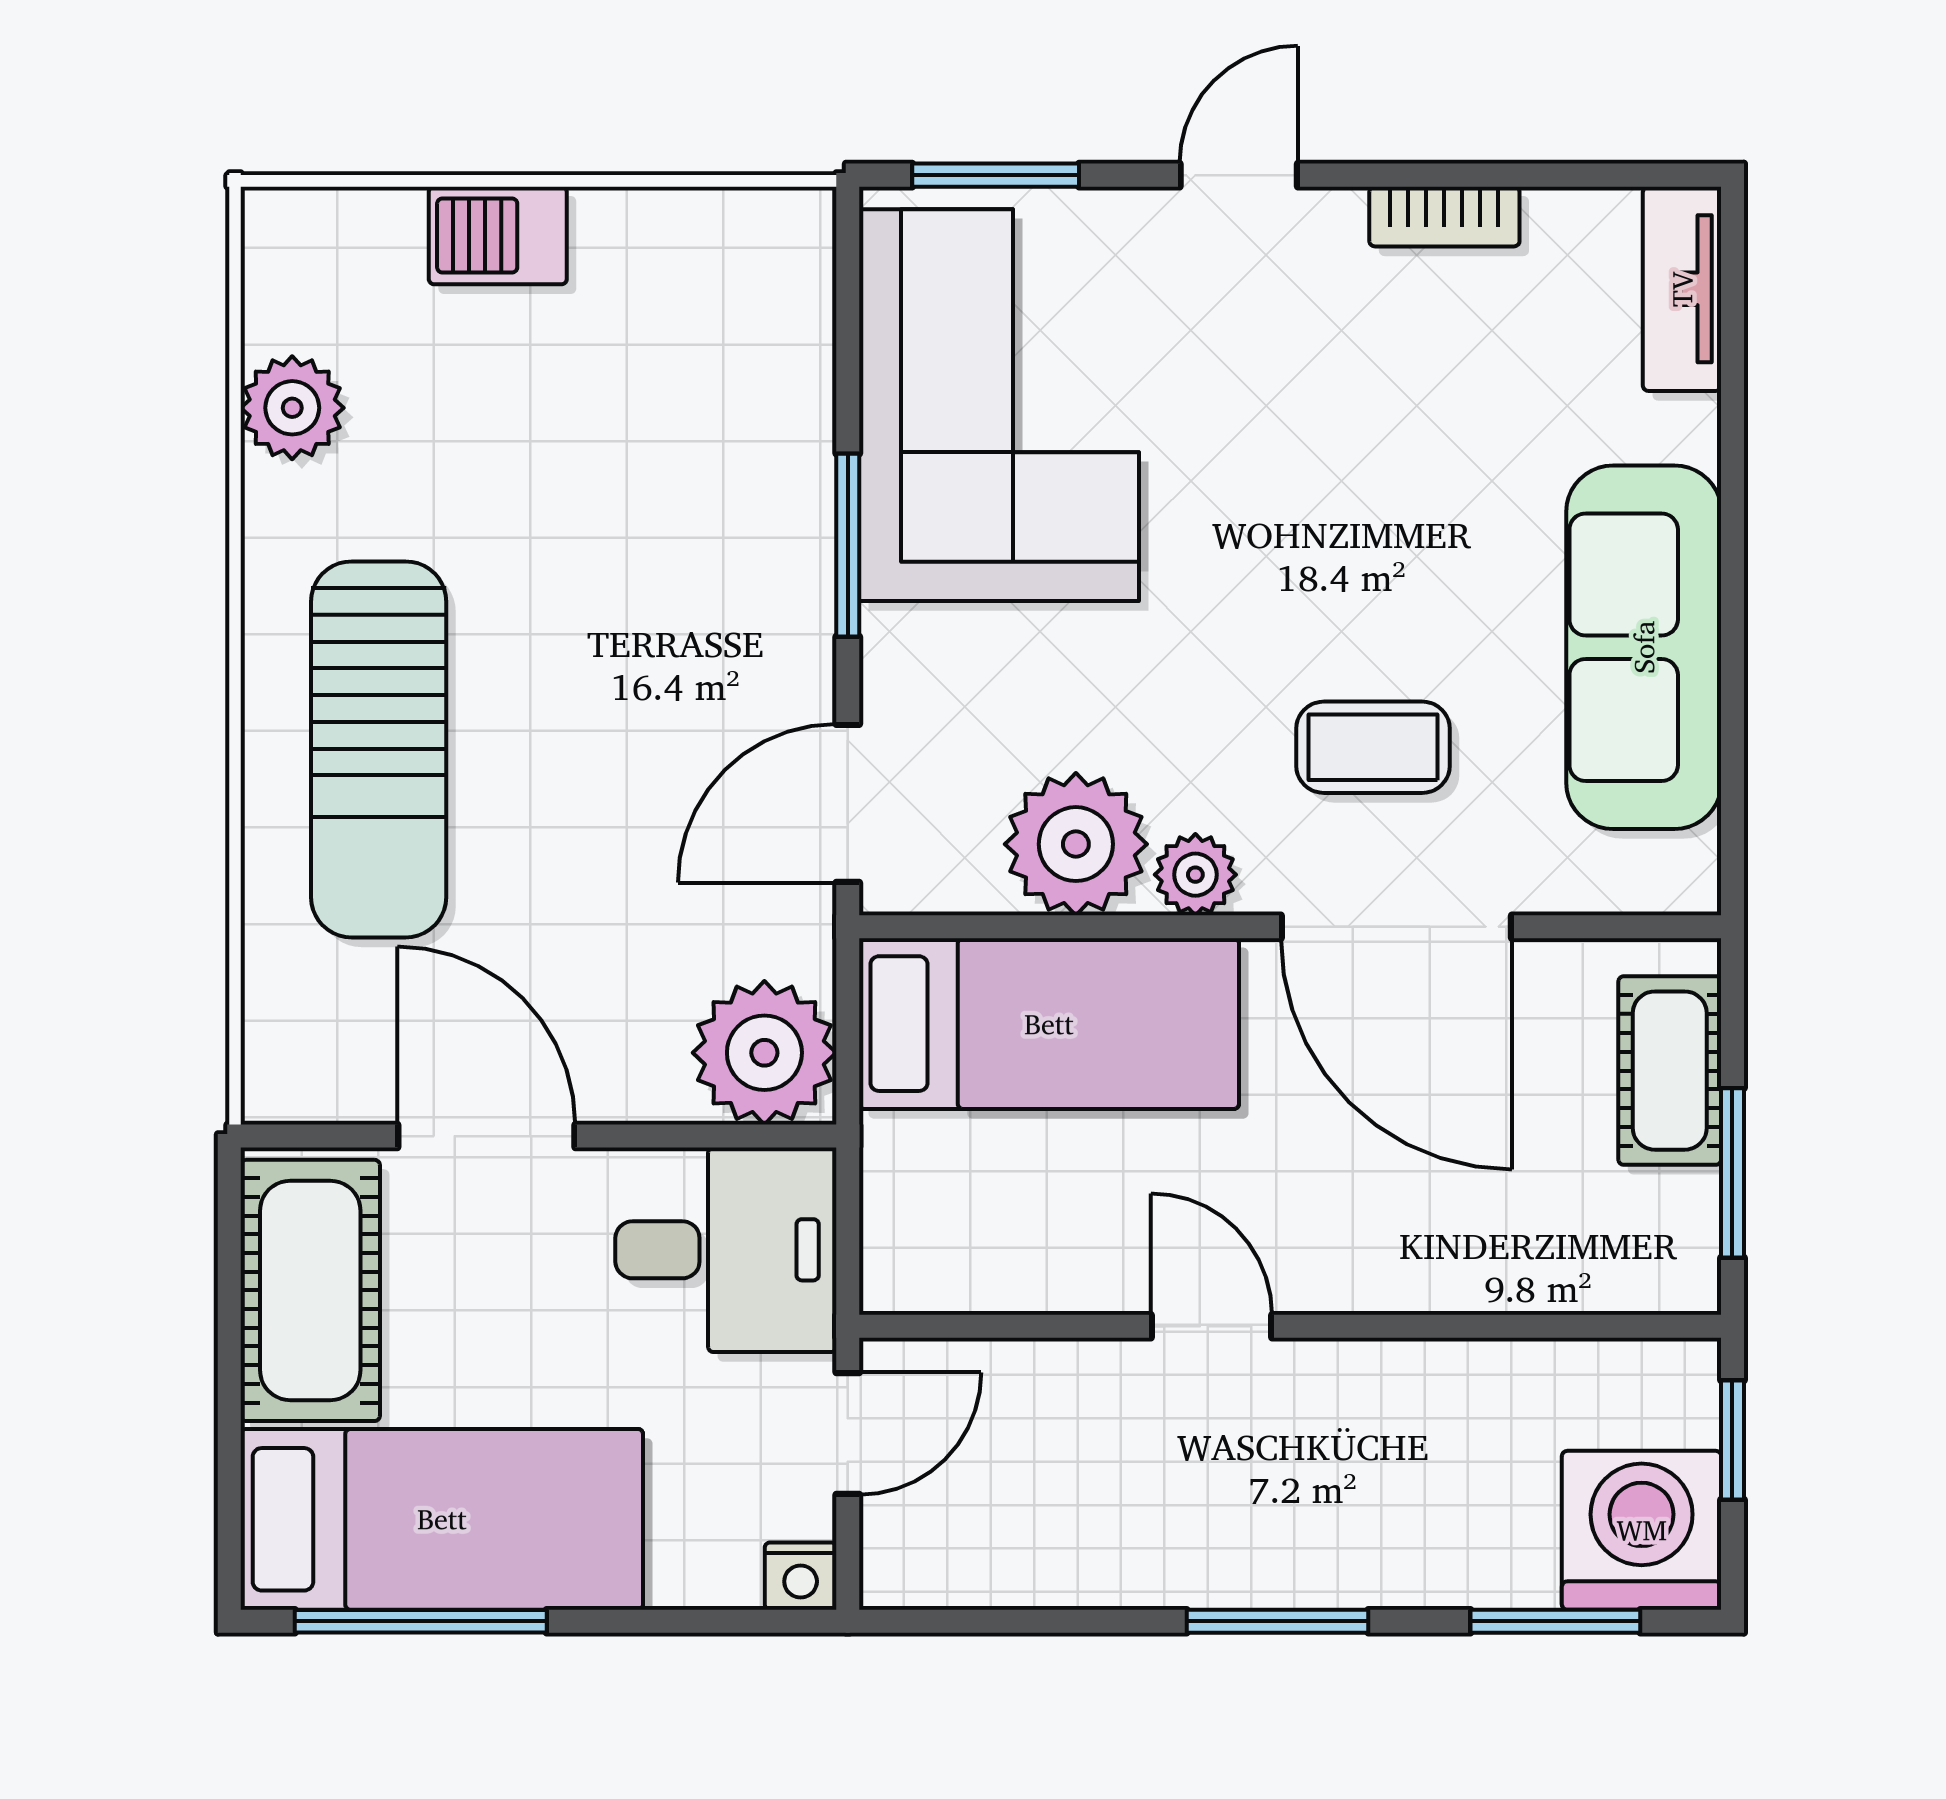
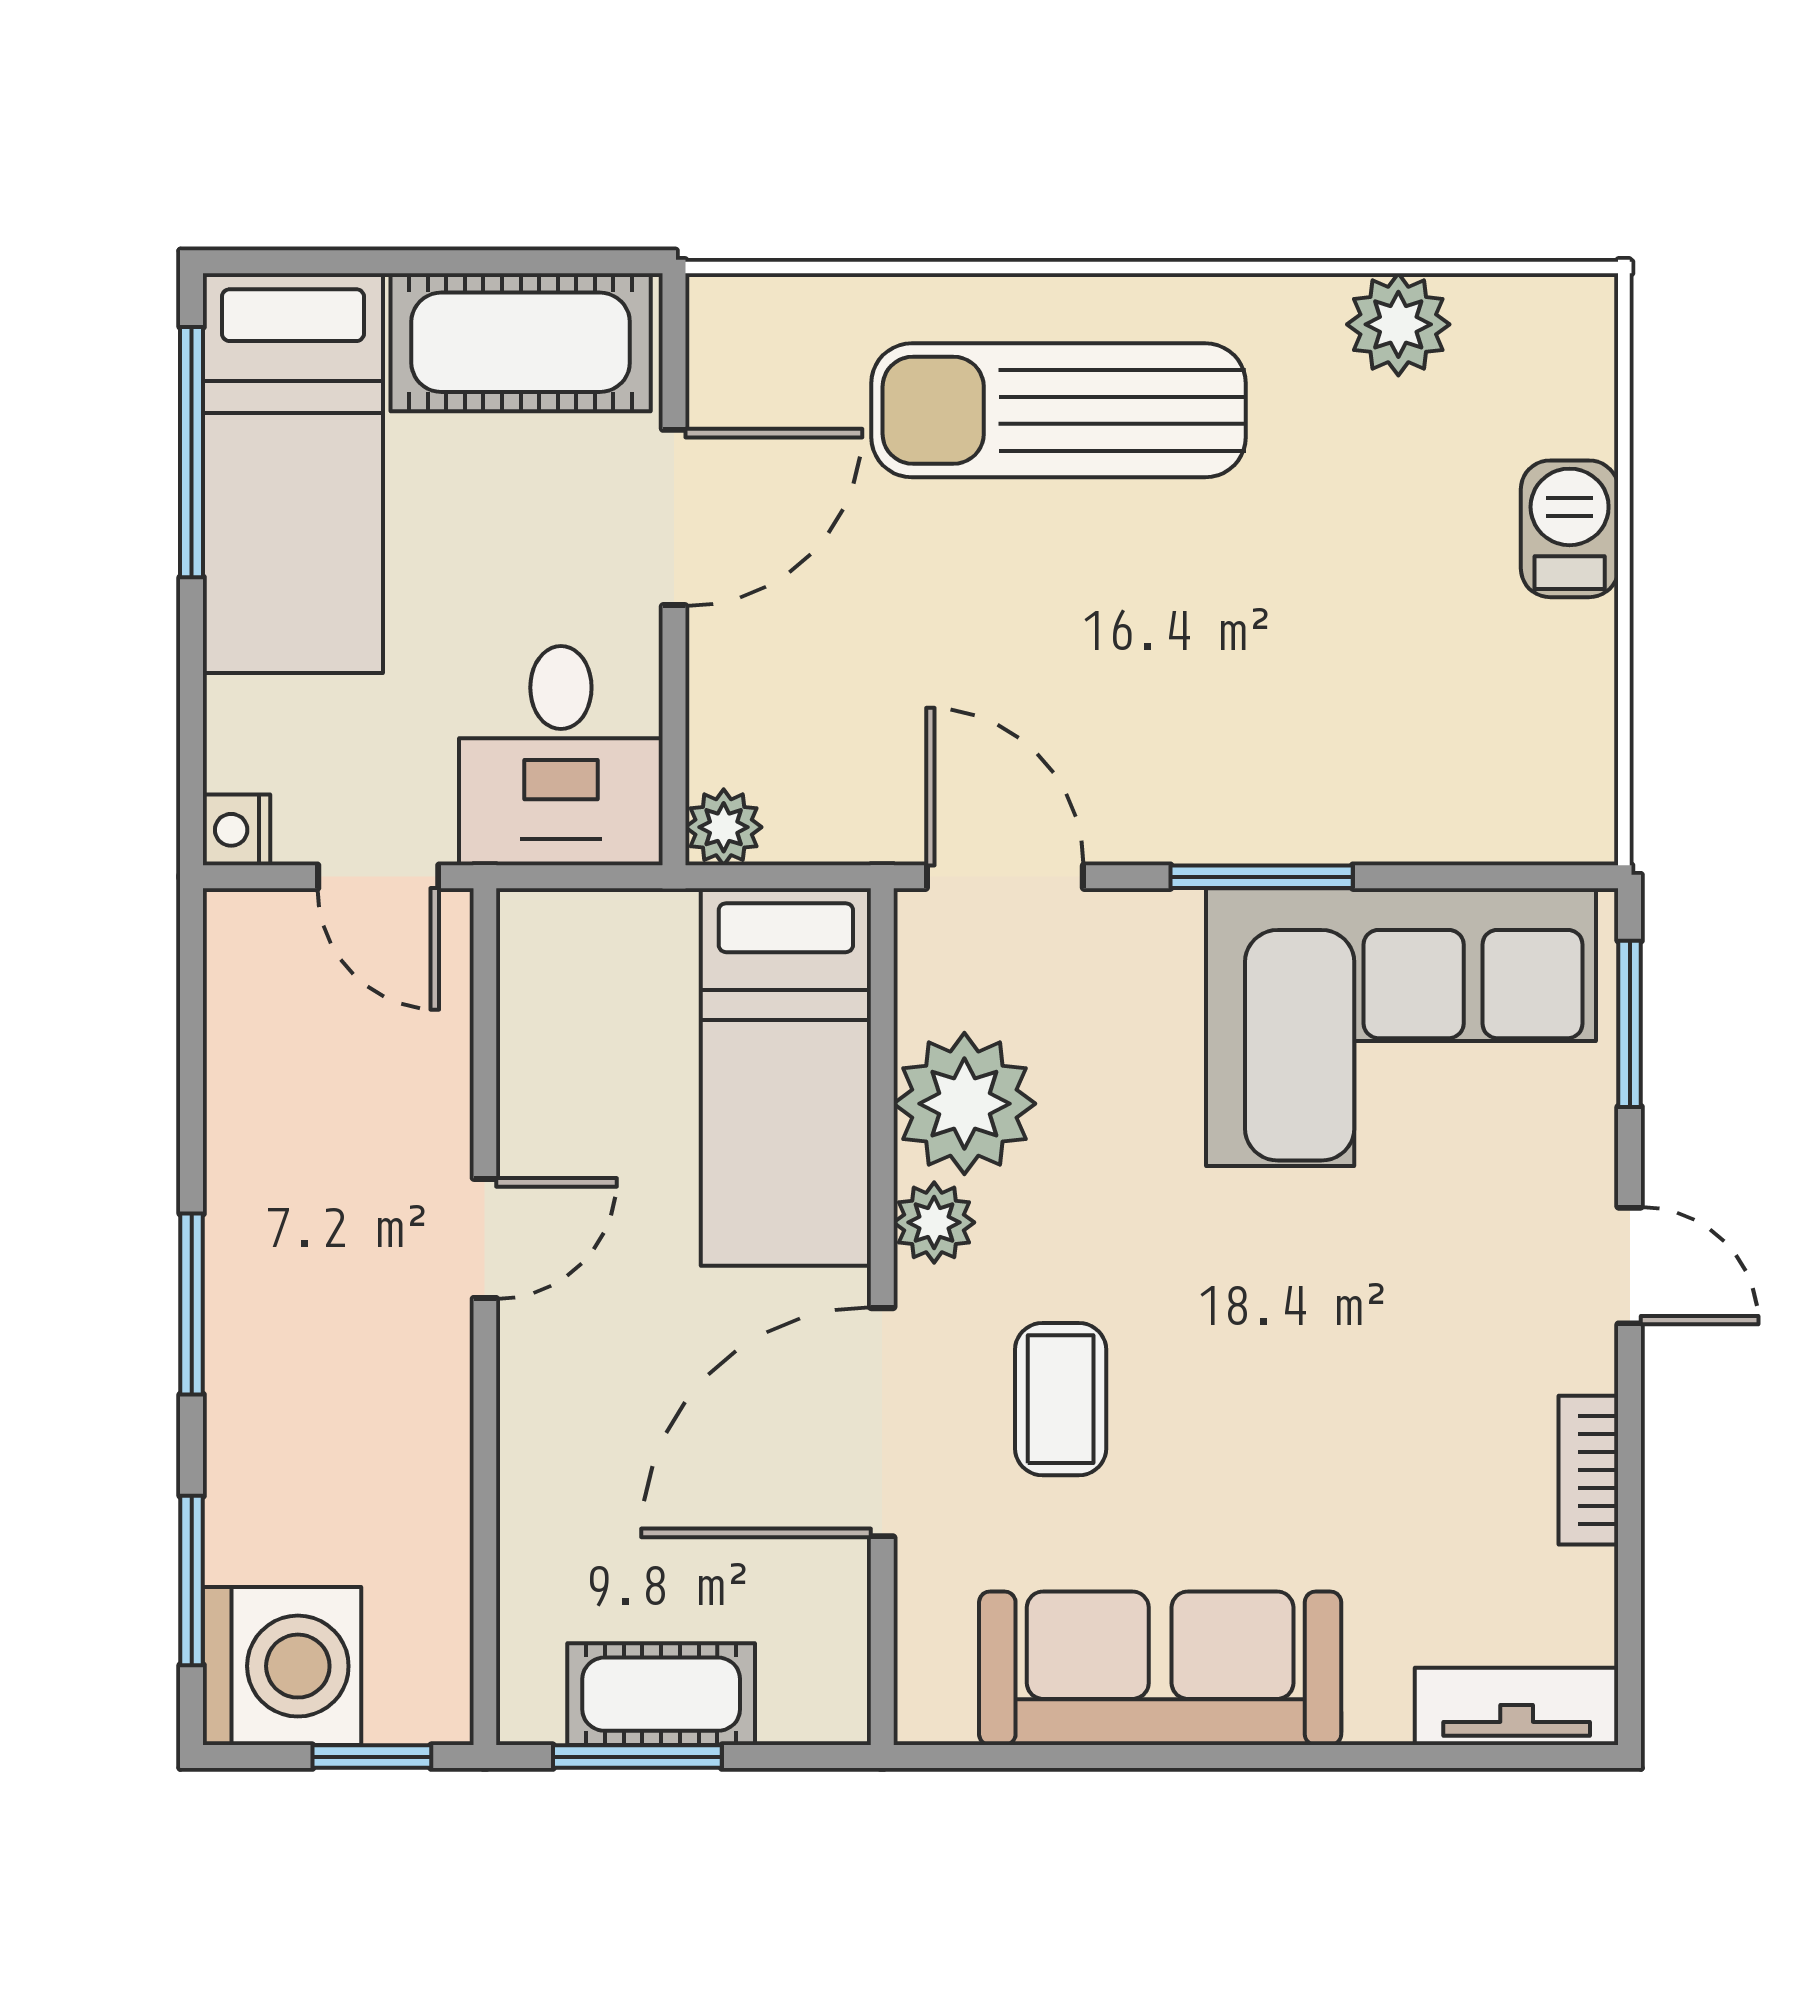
plant: (764, 1053) -> (724, 827), width x0.53, depth x0.53
cot: (1670, 1071) -> (661, 1694), moved

